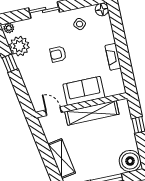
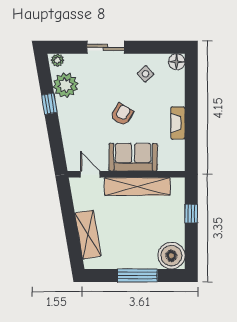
armchair: (58, 54) -> (122, 114), moved, turned 120

